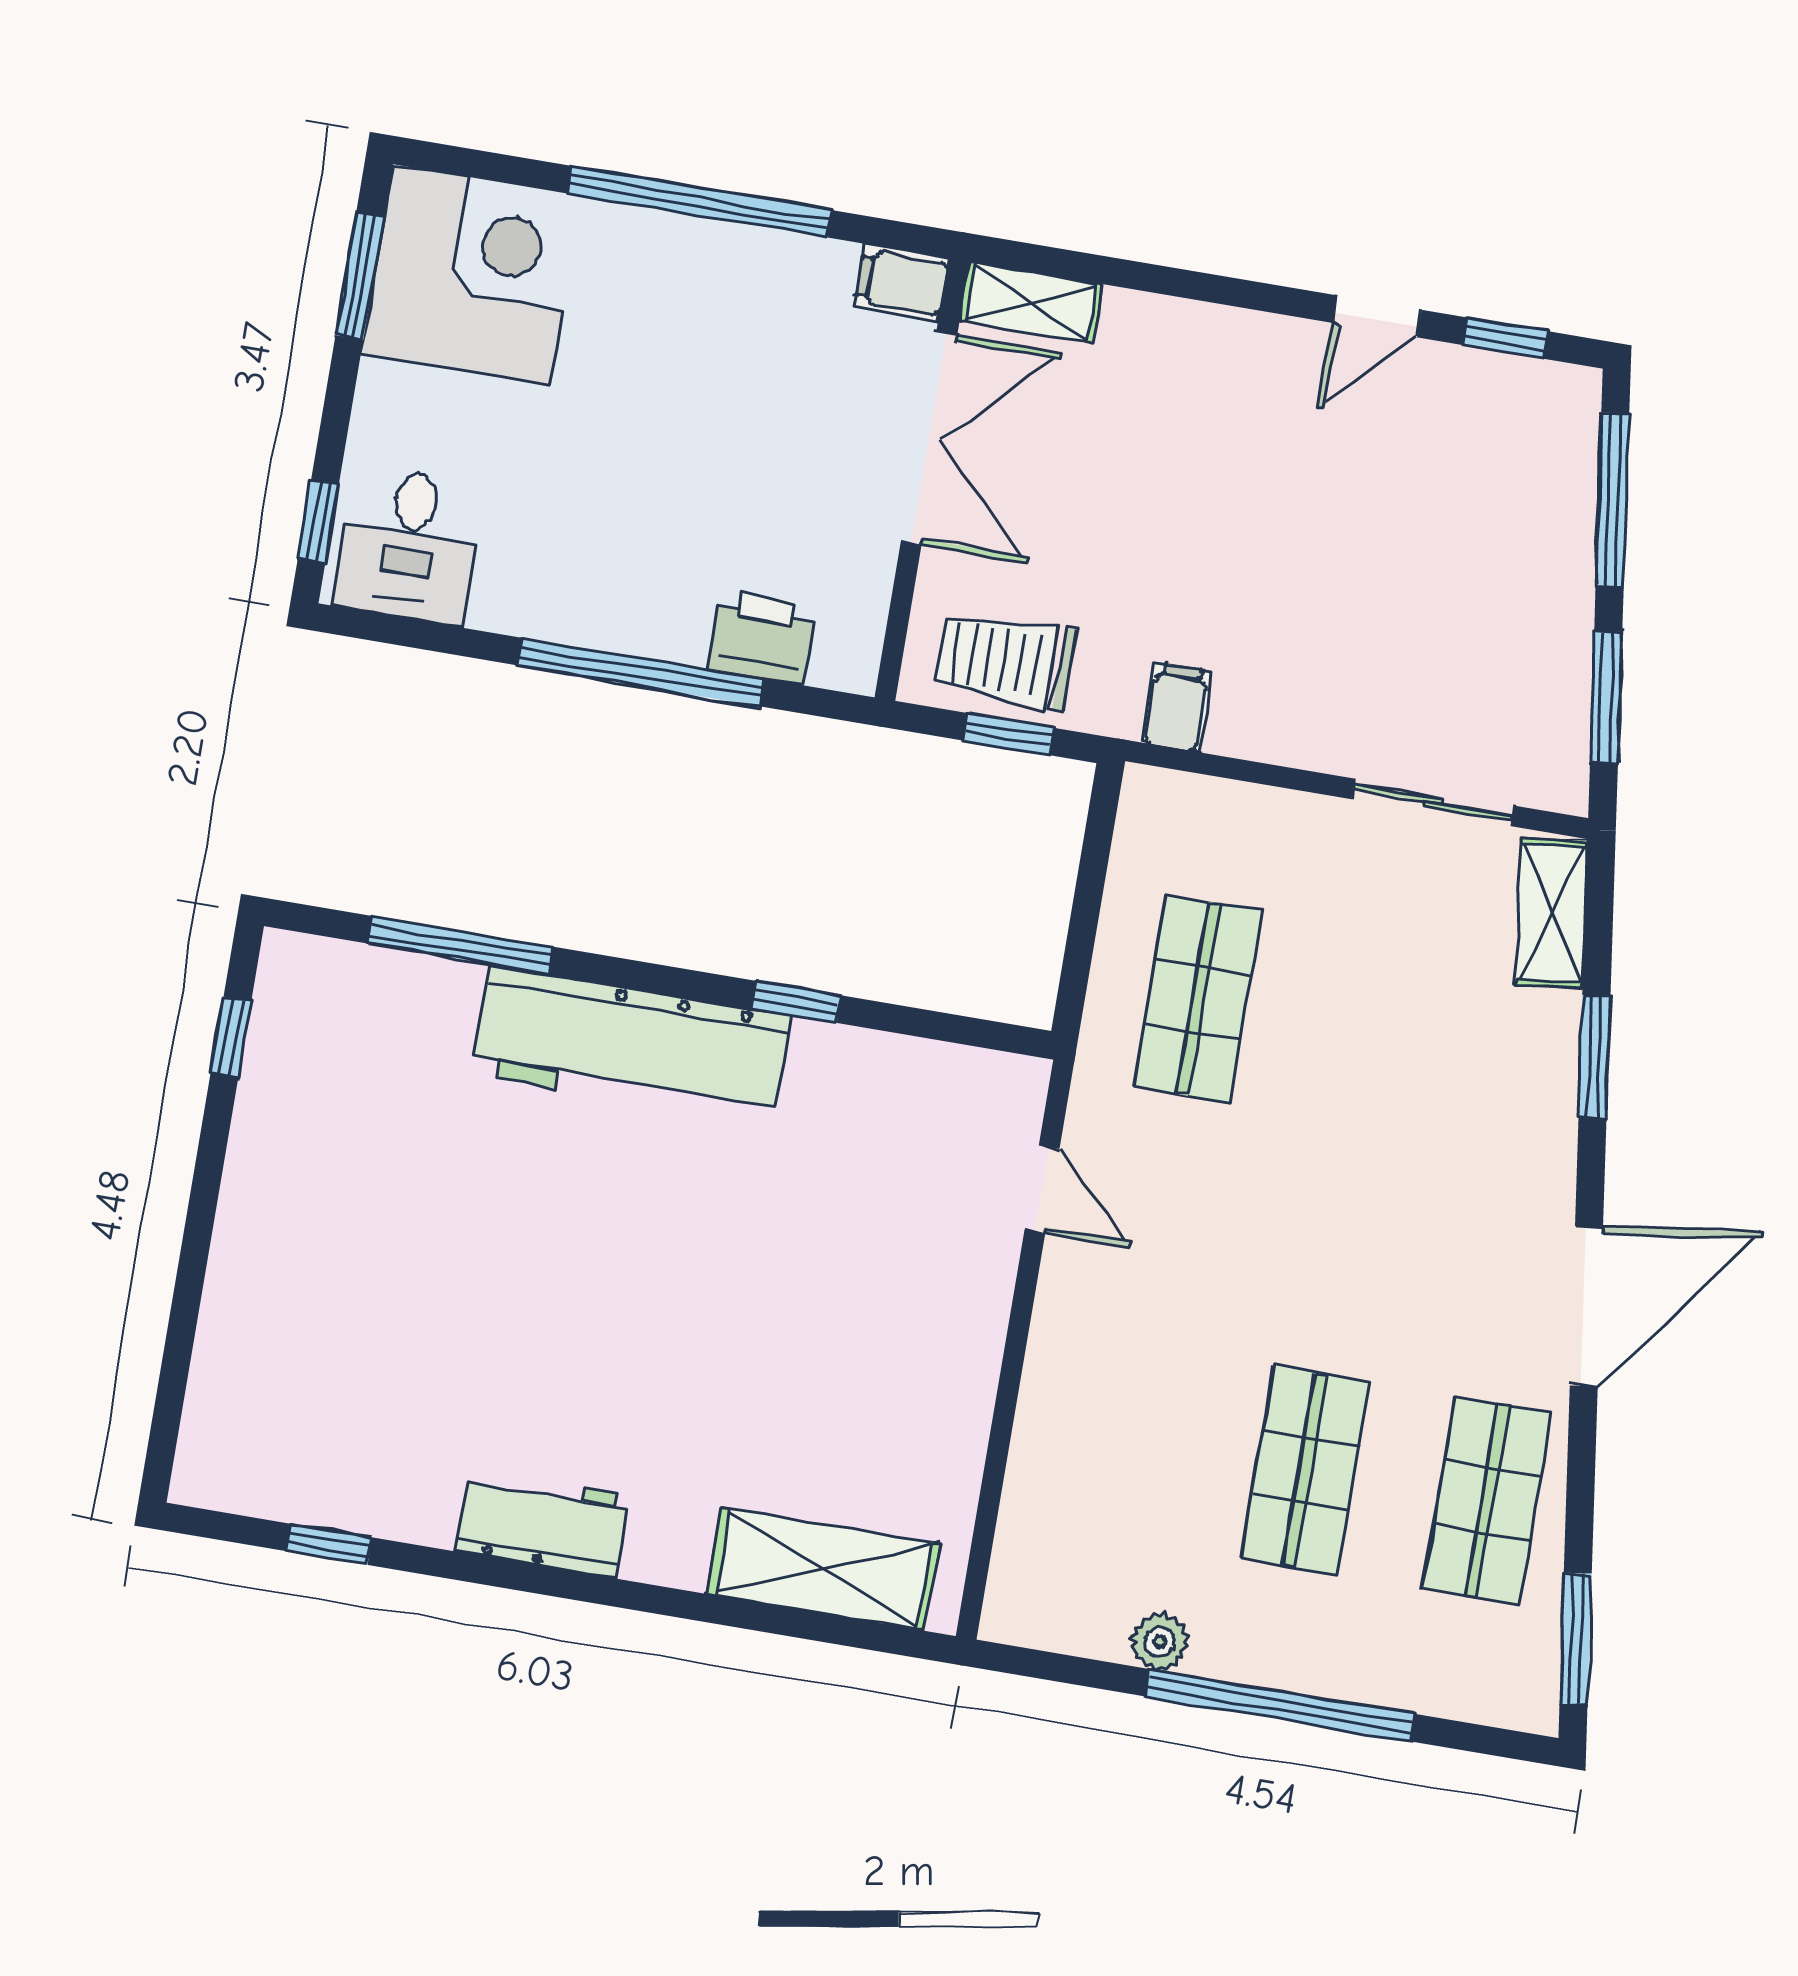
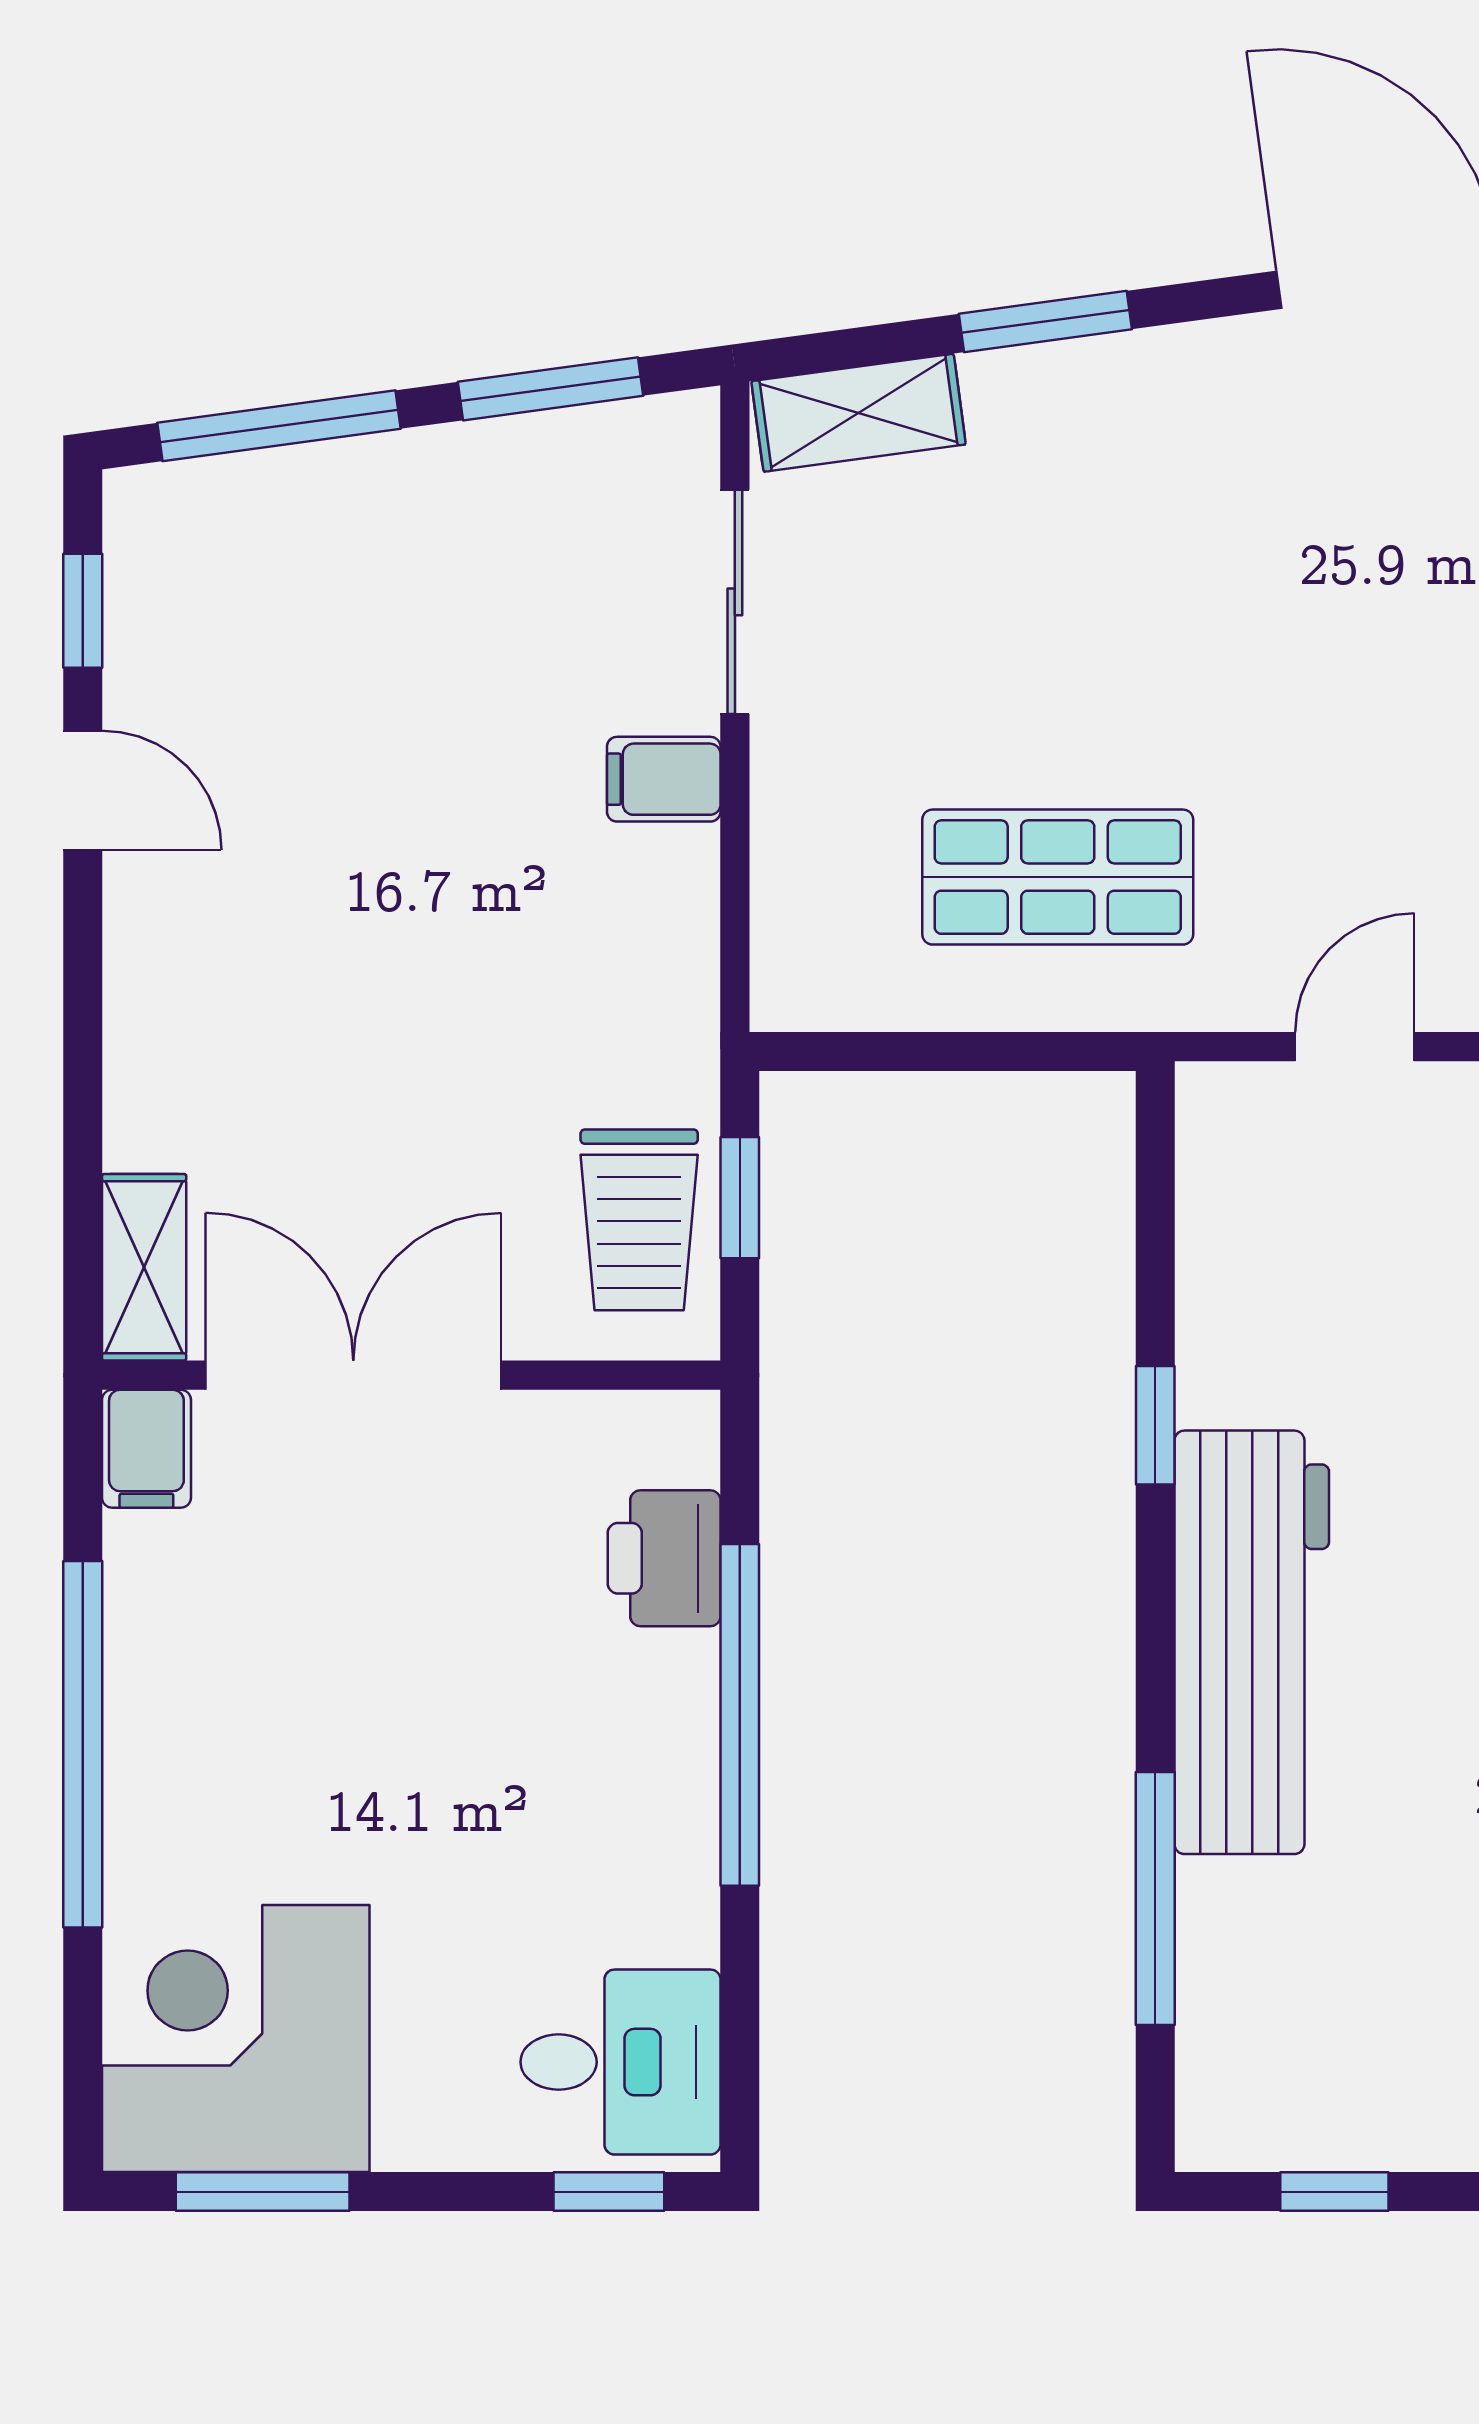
filing cabinet: (1176, 707) -> (664, 779), moved

